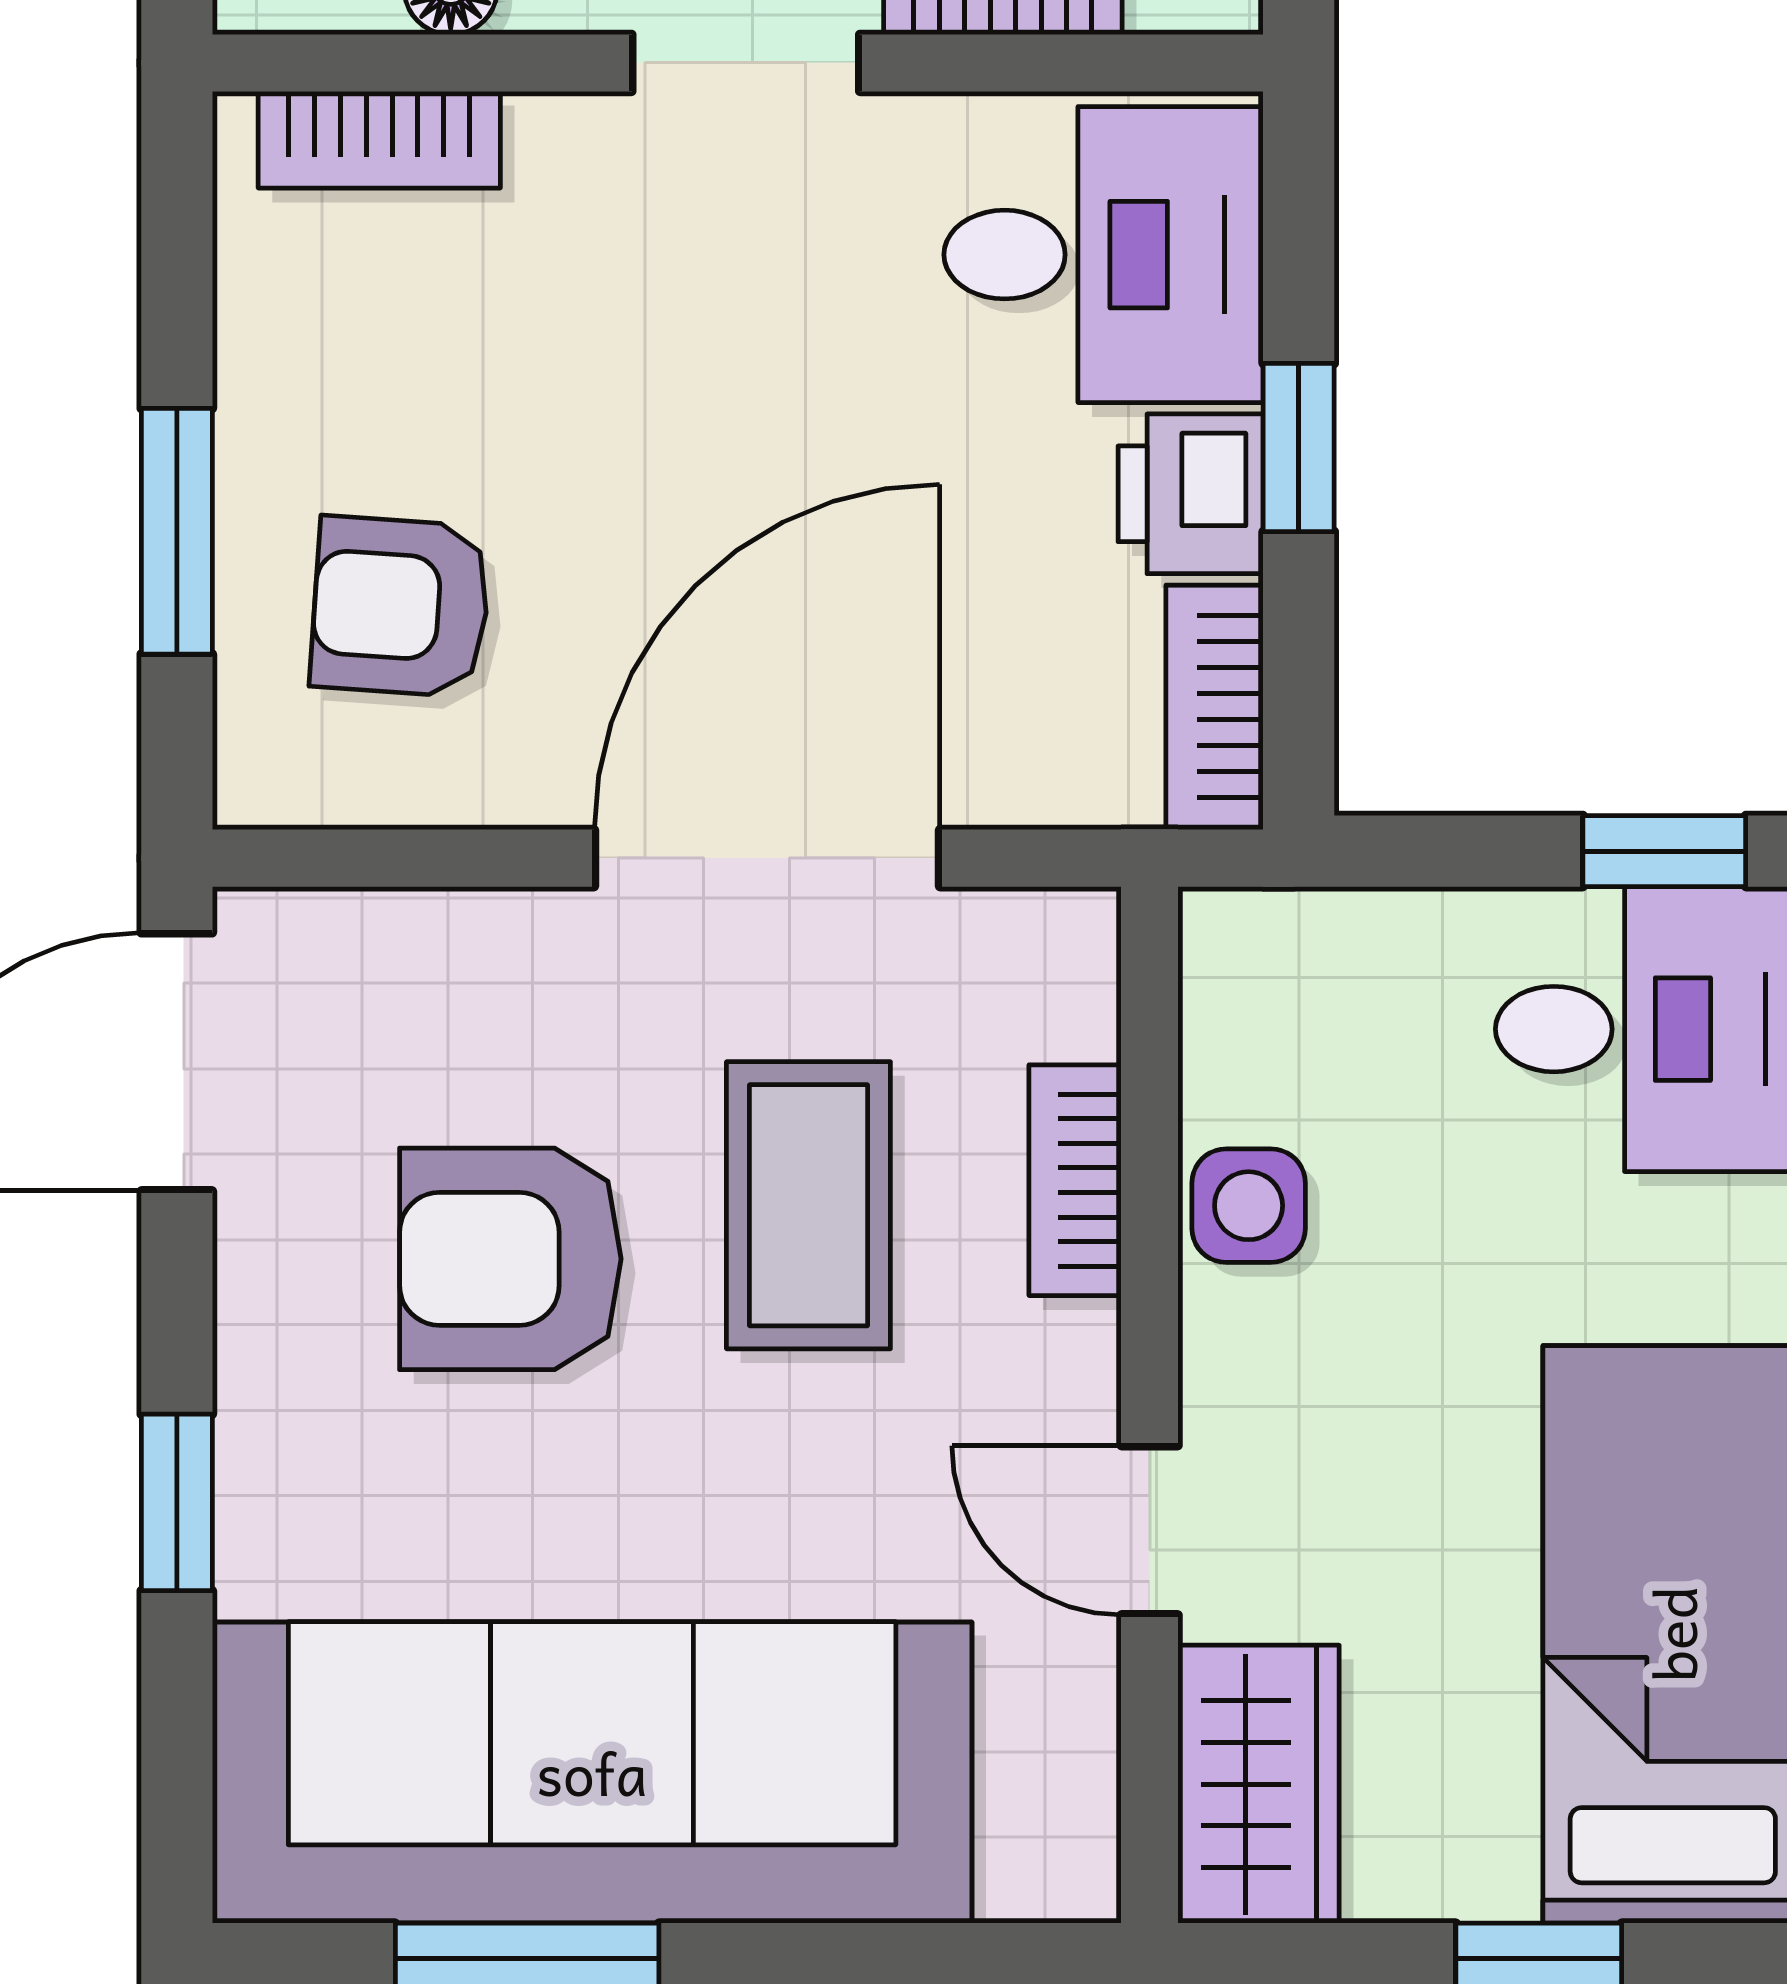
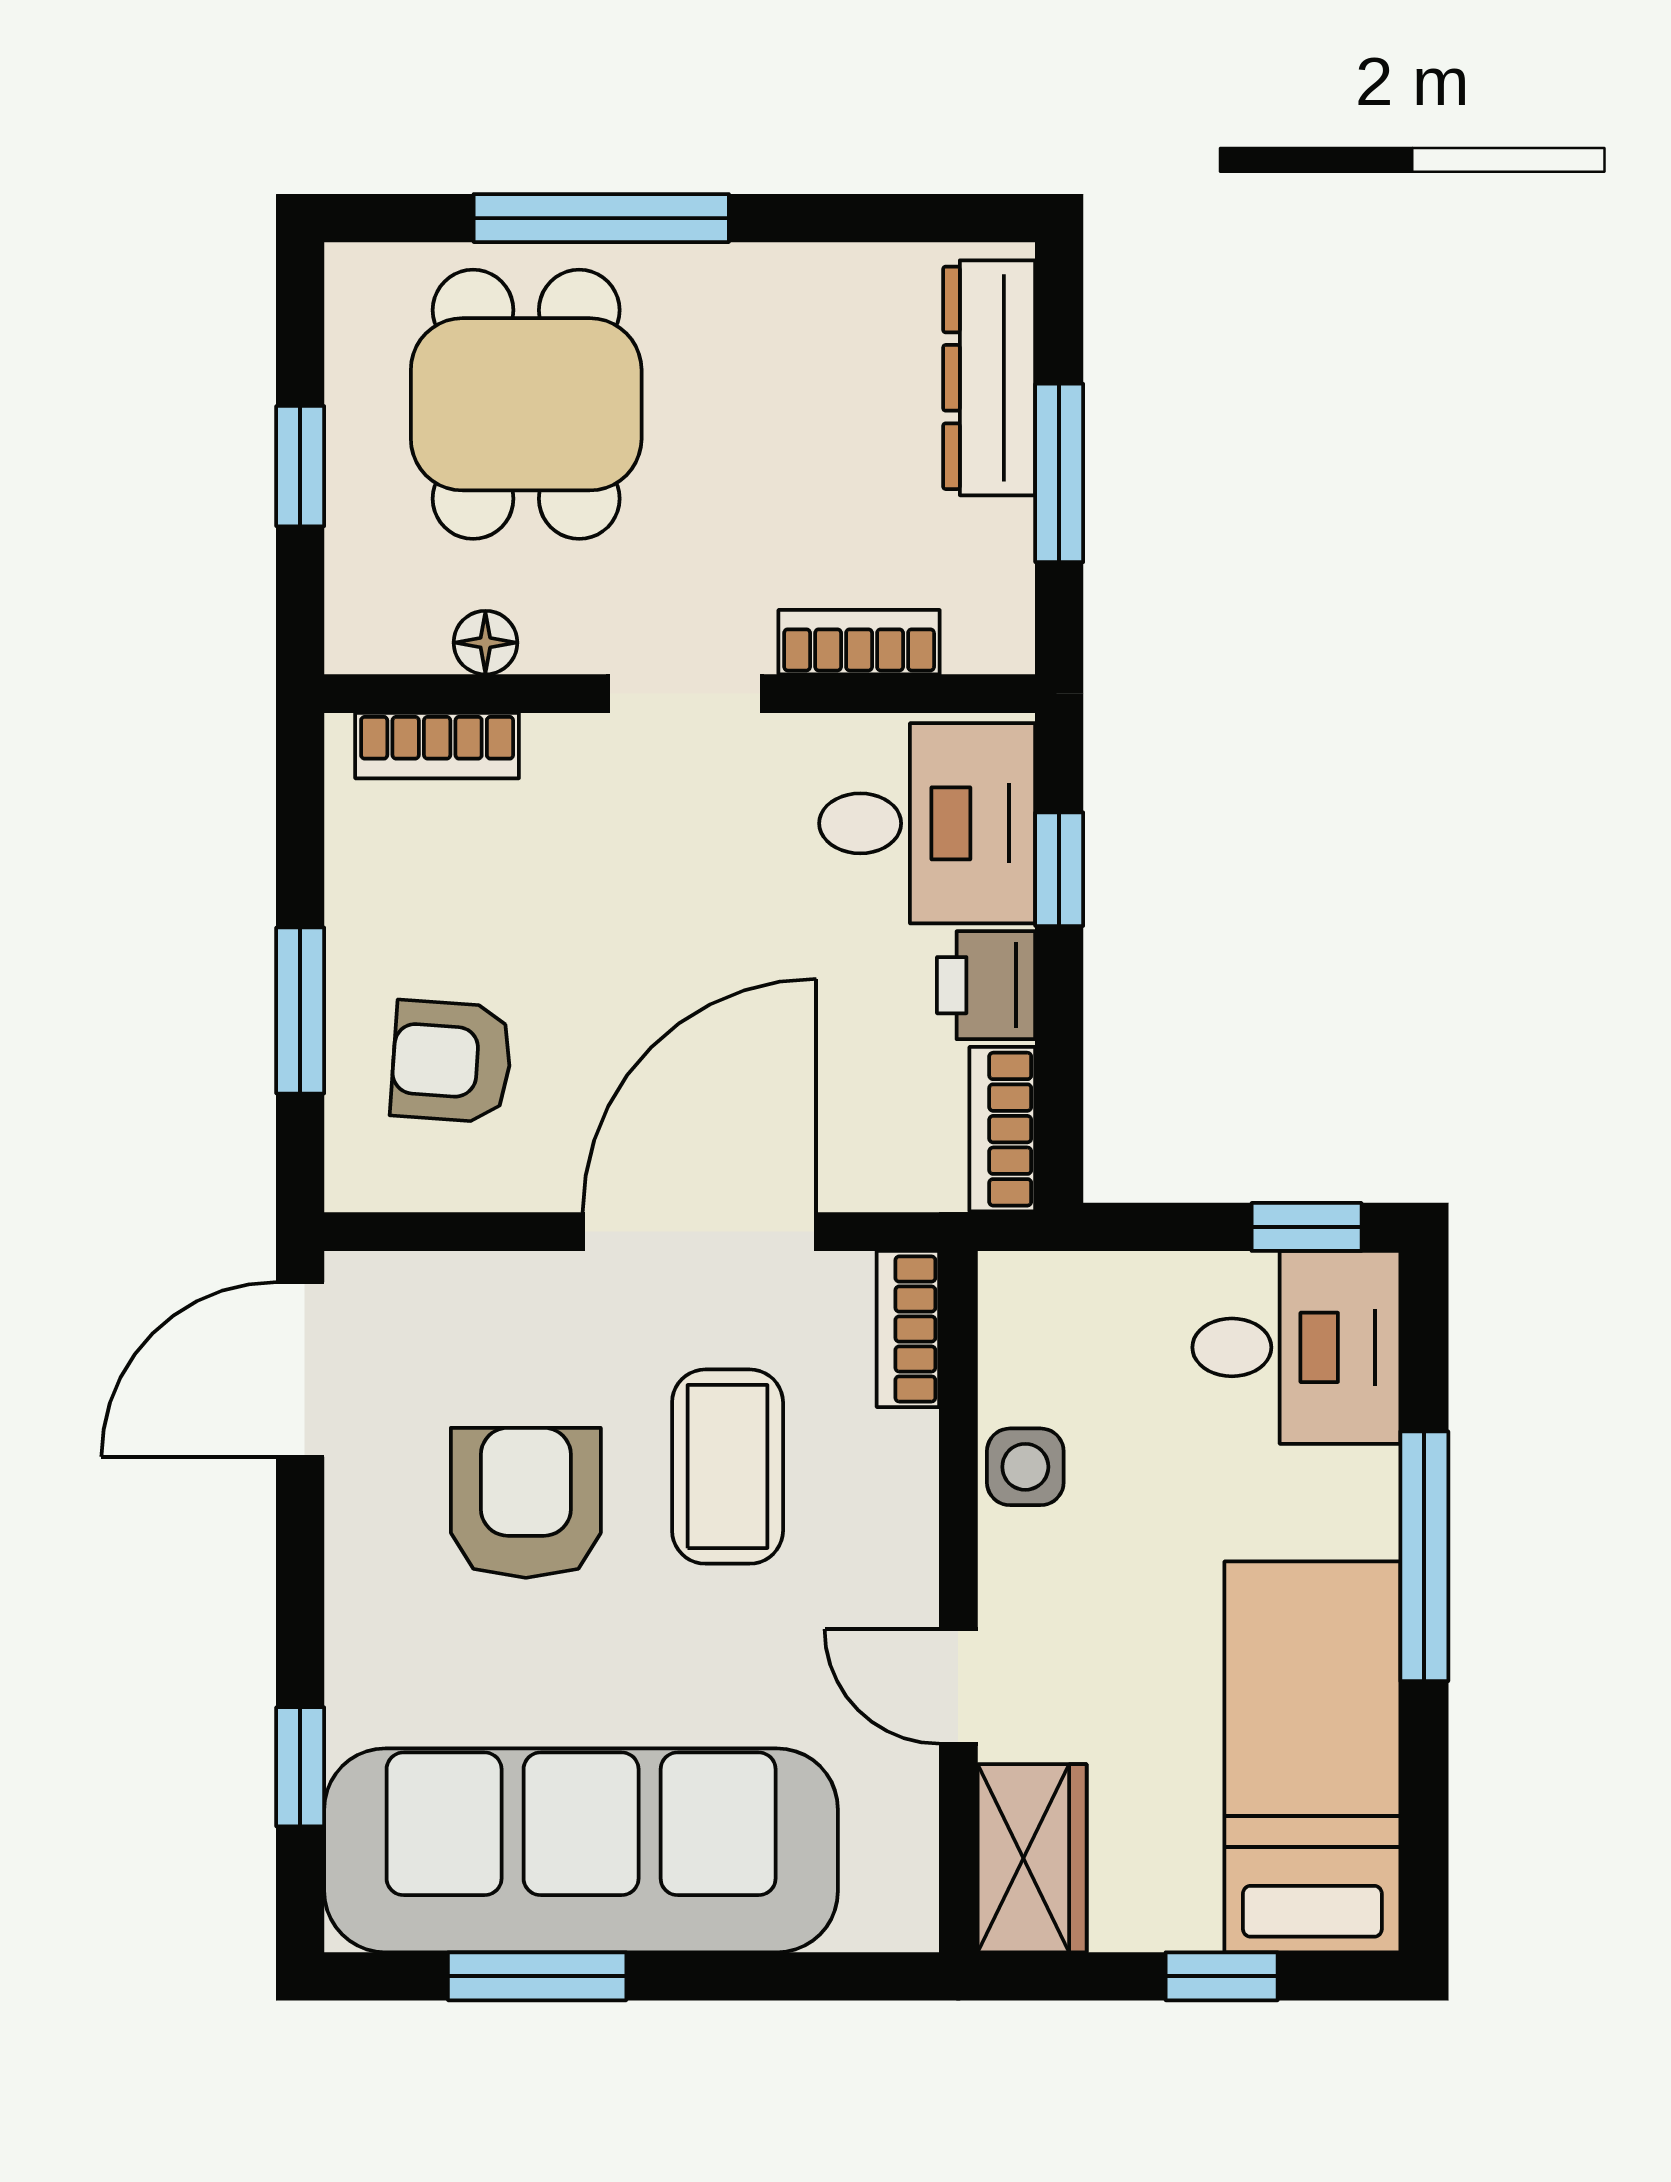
window: (1299, 448) -> (1059, 869), moved
bookcase: (1075, 1180) -> (908, 1329), moved
armchair: (510, 1259) -> (526, 1503), turned 90
window: (177, 1502) -> (300, 1767), moved

